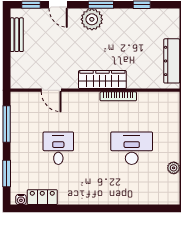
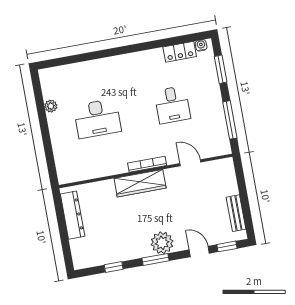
bookcase: (118, 96) -> (147, 164), moved

